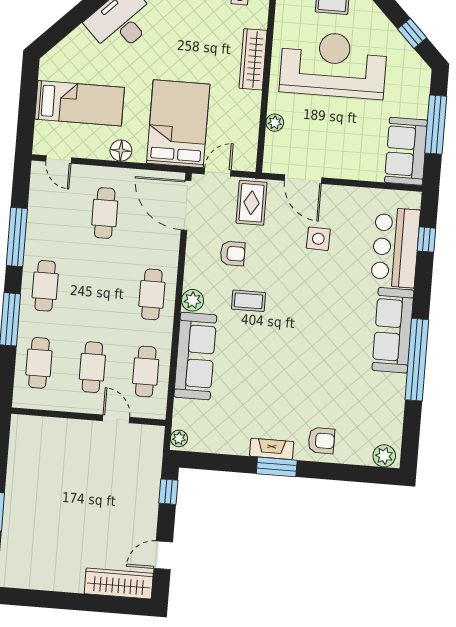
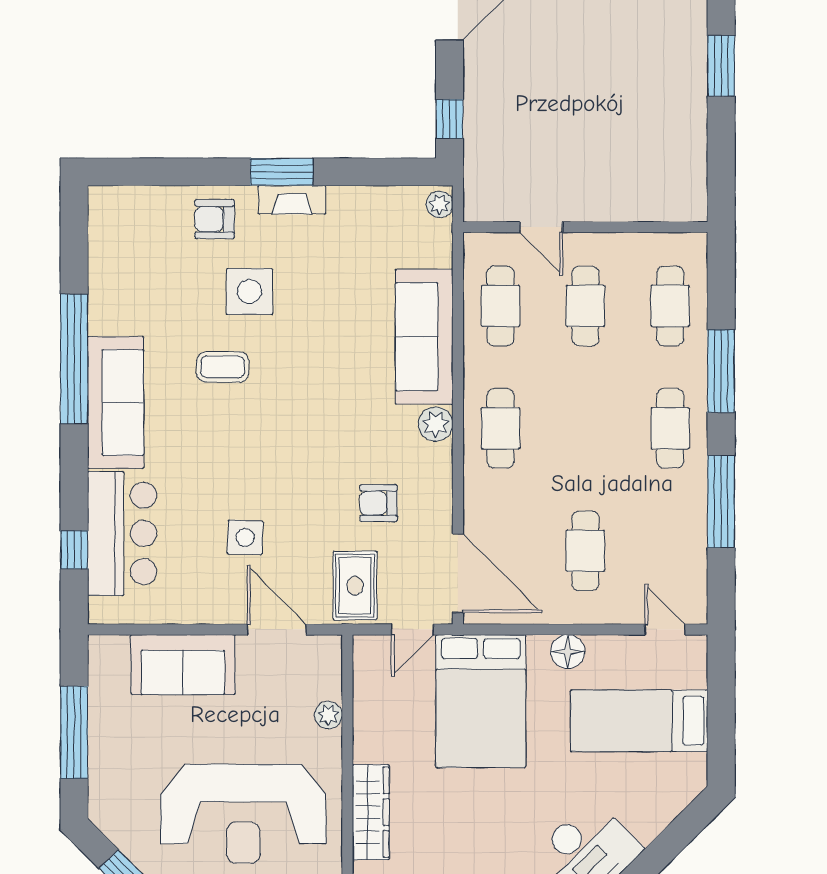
sofa: (406, 151) -> (183, 665), moved, turned 90
coffee table: (248, 301) -> (223, 367), moved
side table: (303, 393) -> (249, 292), added
plant: (384, 456) -> (113, 203), removed

